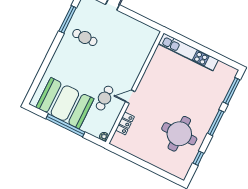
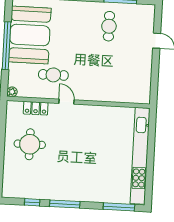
kitchen unit: (188, 52) -> (140, 156), width x1.36
window: (216, 123) -> (65, 204), moved
round table: (179, 134) -> (30, 144), moved, width x0.73, depth x0.73

